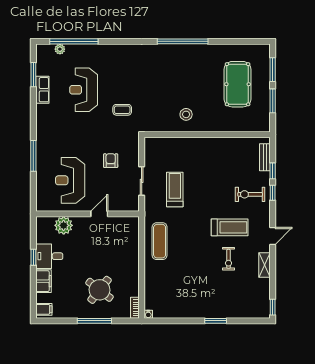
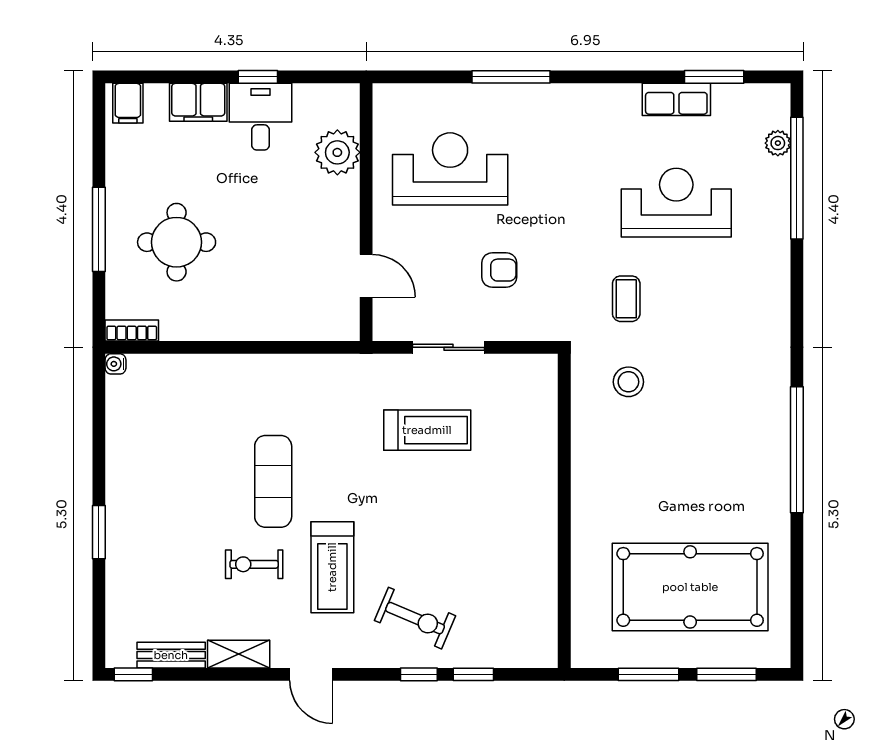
pool table: (238, 84) -> (690, 587), width x1.36, depth x1.32
stool: (186, 114) -> (628, 382), moved
bench: (265, 157) -> (171, 655), moved
exercise bike: (250, 194) -> (415, 618), turned 113
door: (99, 214) -> (366, 276), moved
exercise mat: (160, 241) -> (273, 481), moved, turned 90
round table: (100, 290) -> (177, 242), turned -38

